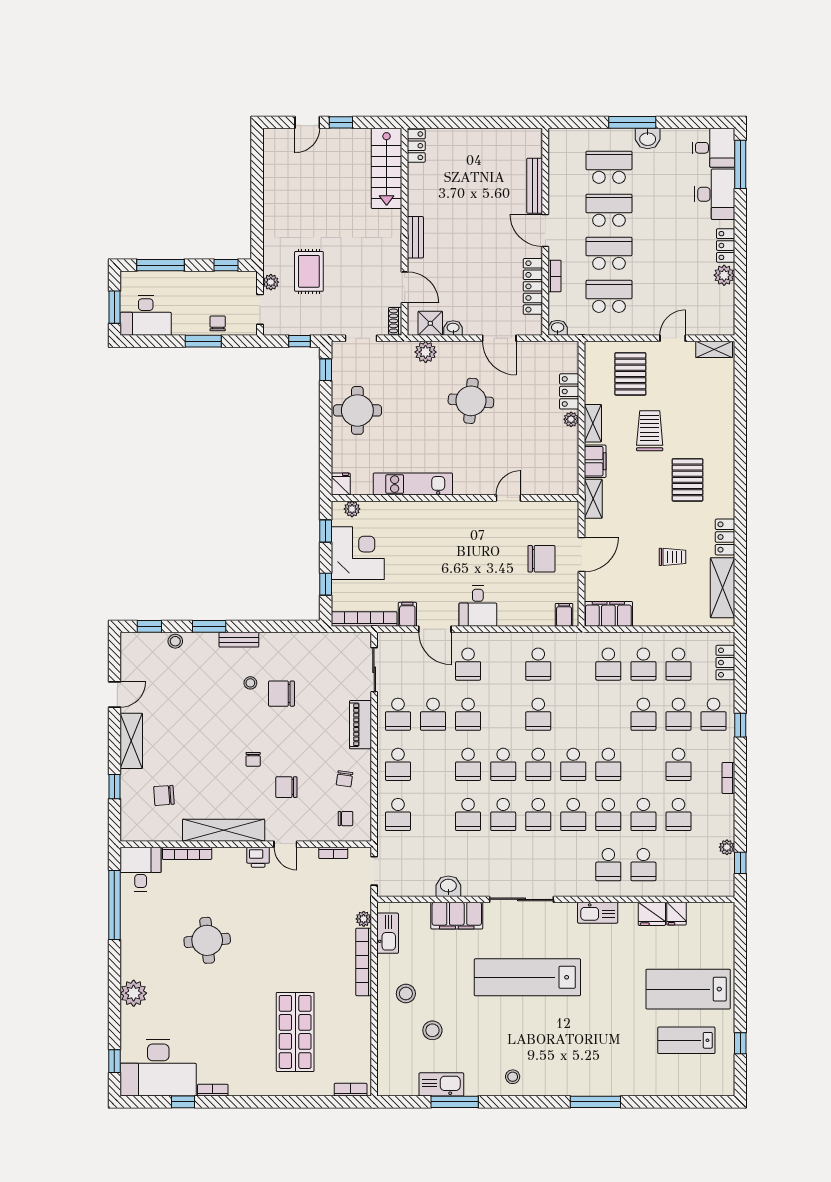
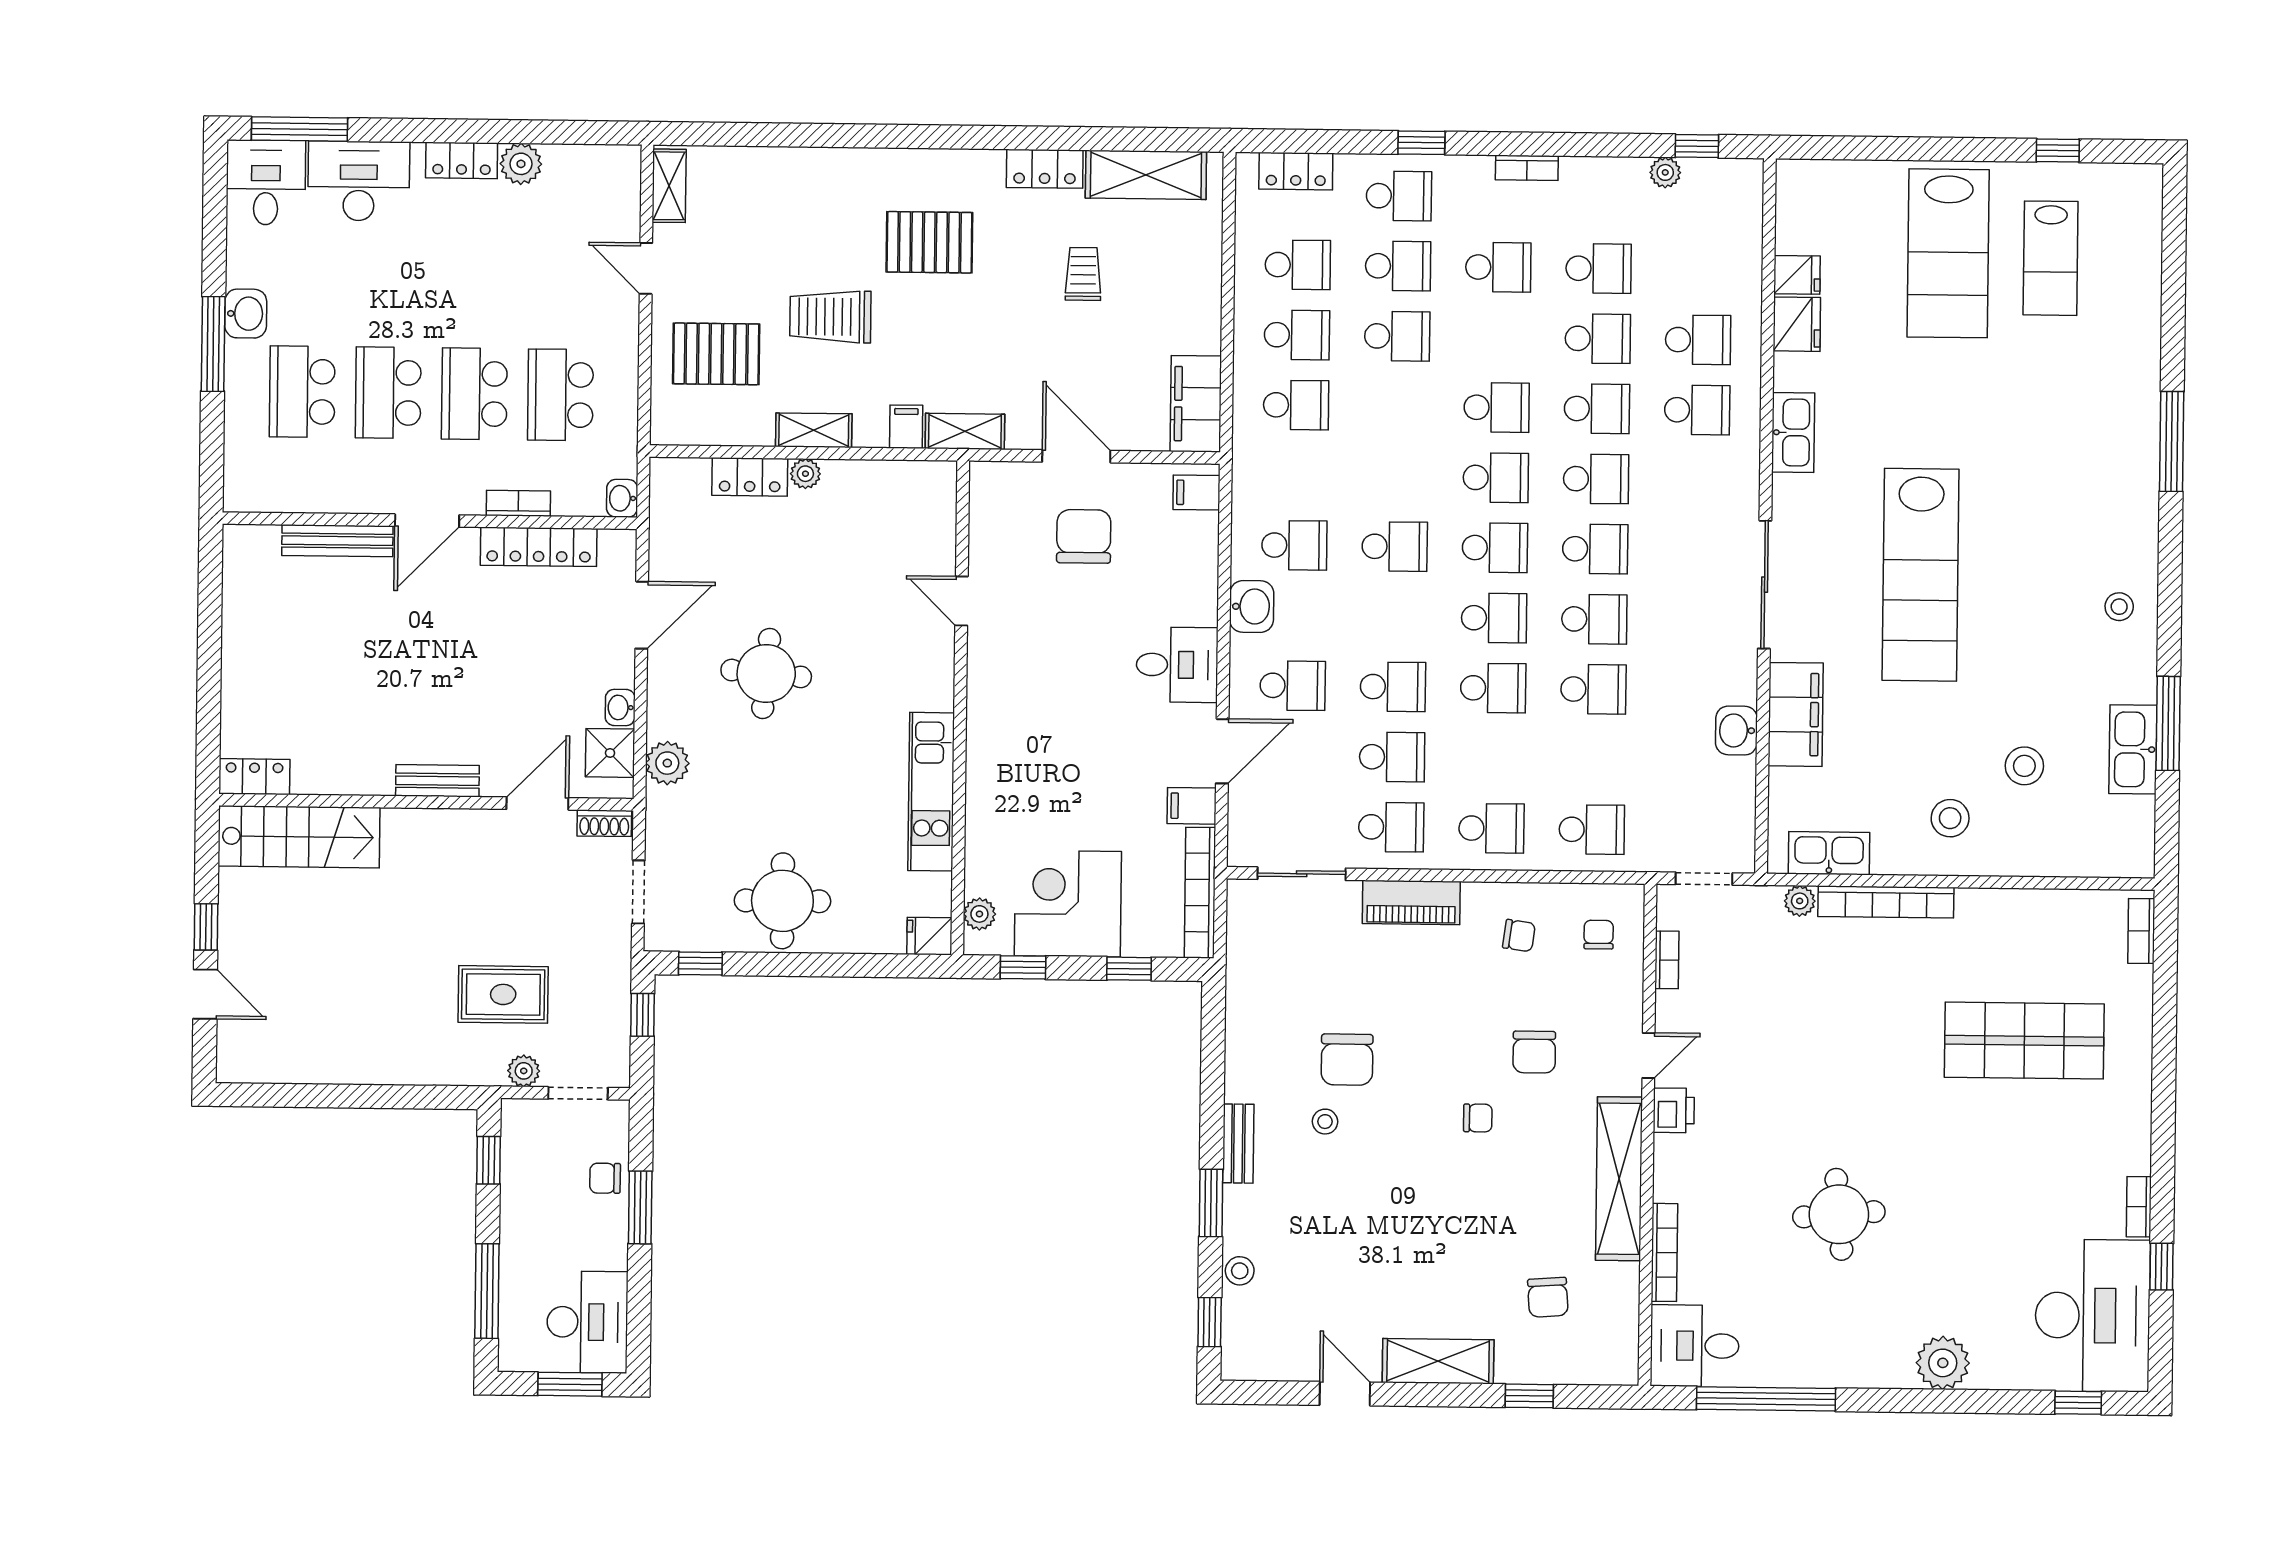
filing cabinet: (595, 461) -> (906, 427), width x0.50
washbasin: (507, 643) -> (1252, 606), added

